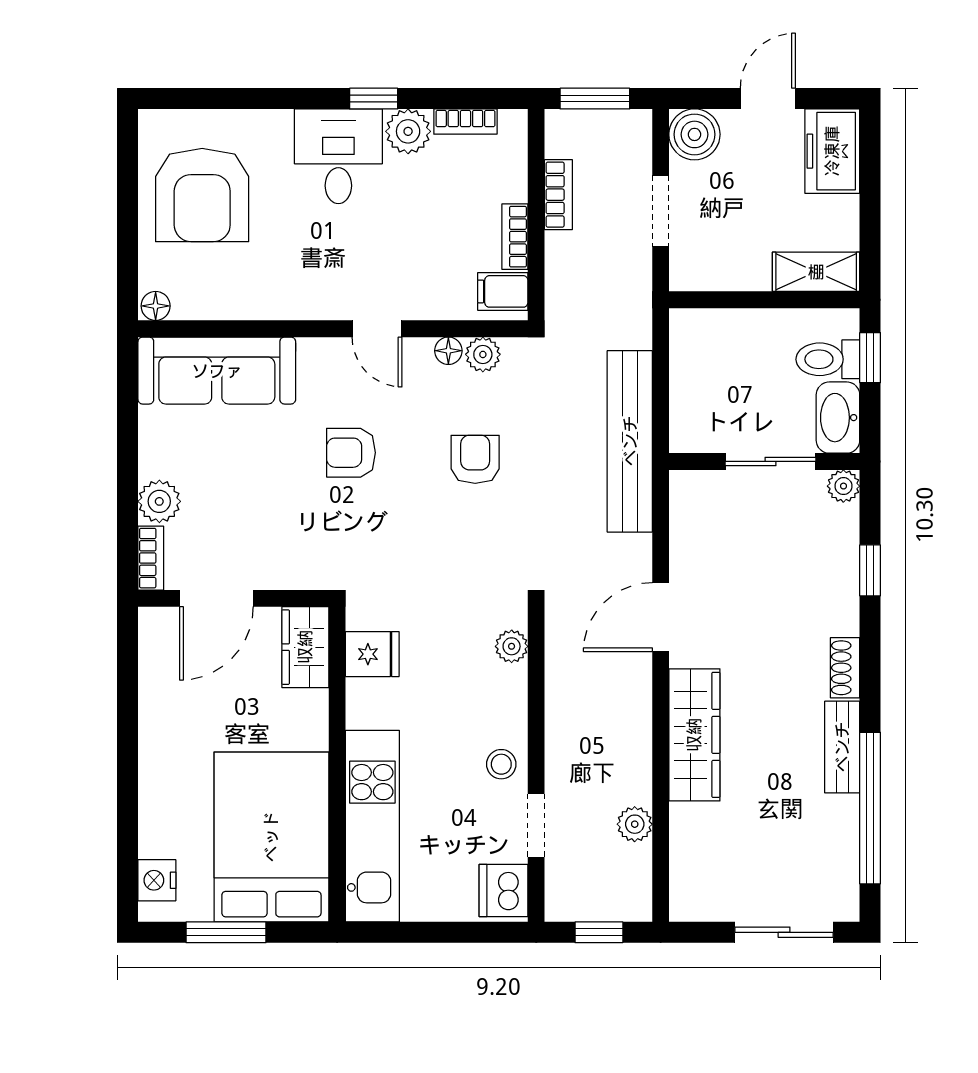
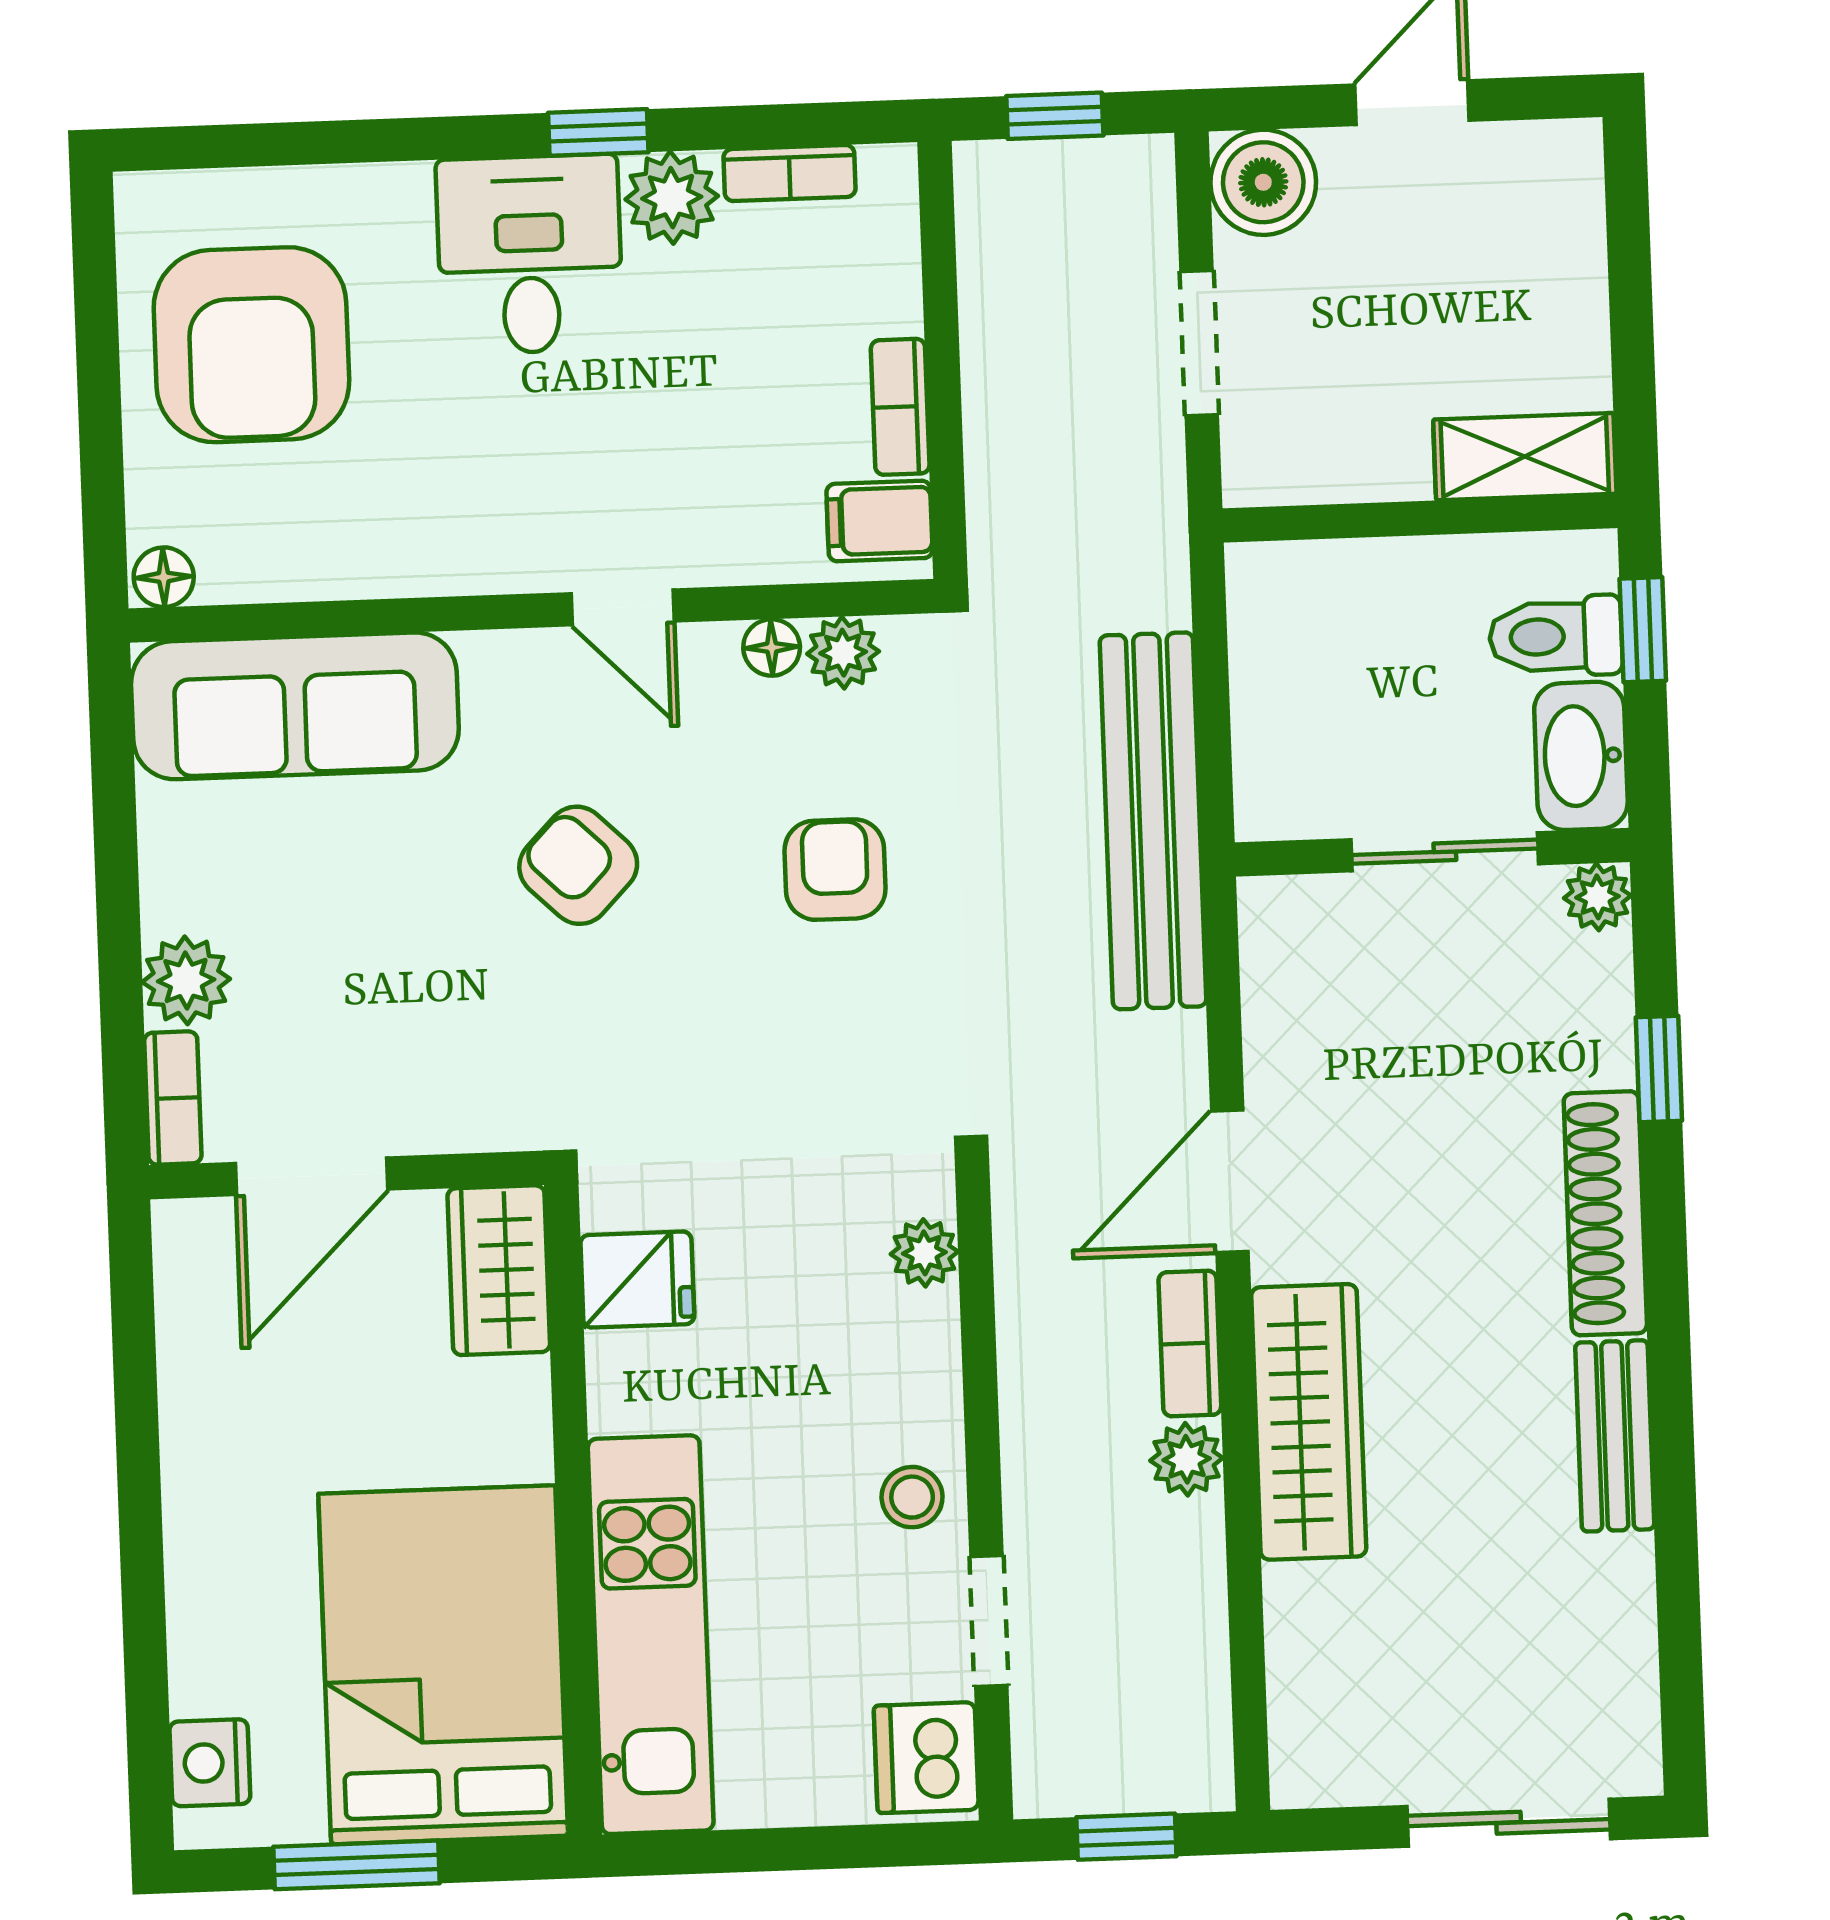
window: (595, 99) -> (1055, 116), width x0.67
freezer: (832, 151) -> (1549, 206), removed
bookcase: (558, 195) -> (1190, 1344), moved, turned 180
armchair: (351, 453) -> (578, 865), turned 44
shoe rack: (845, 668) -> (1605, 1213), width x1.94, depth x1.24
window: (870, 808) -> (1677, 1560), removed
plant: (635, 824) -> (1187, 1459), moved

